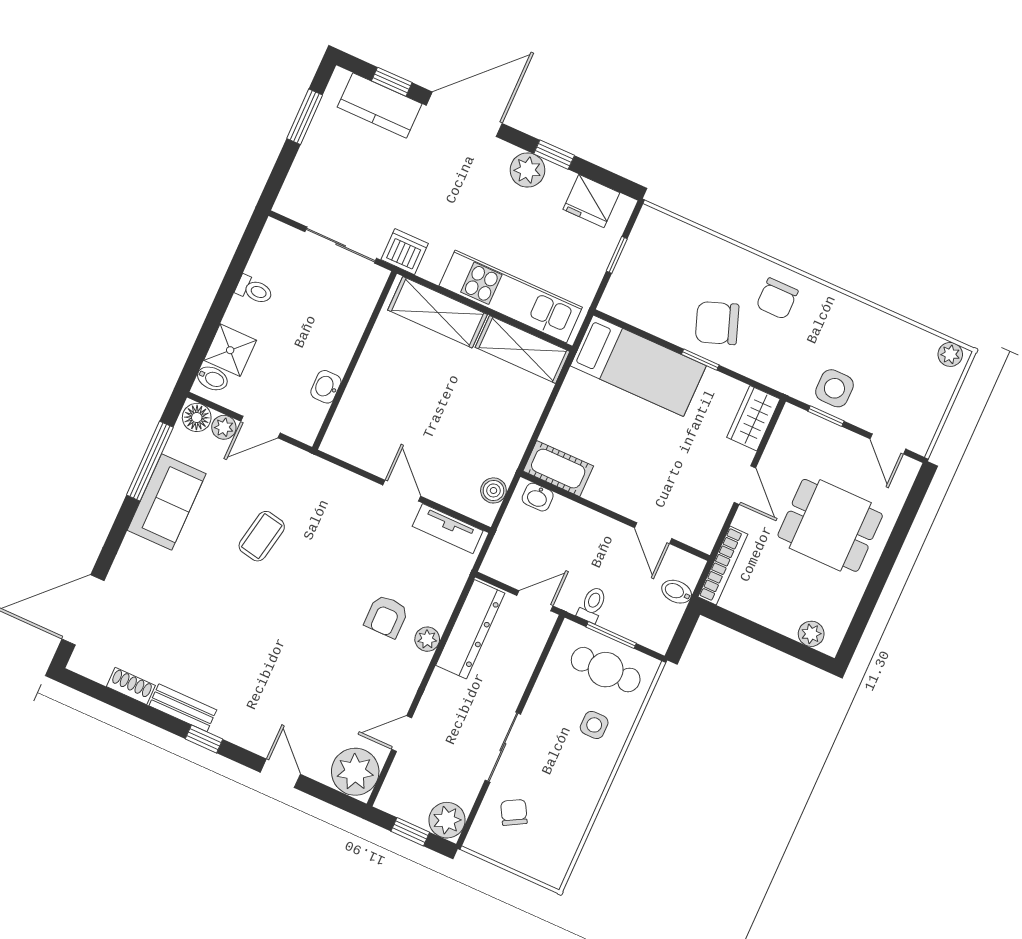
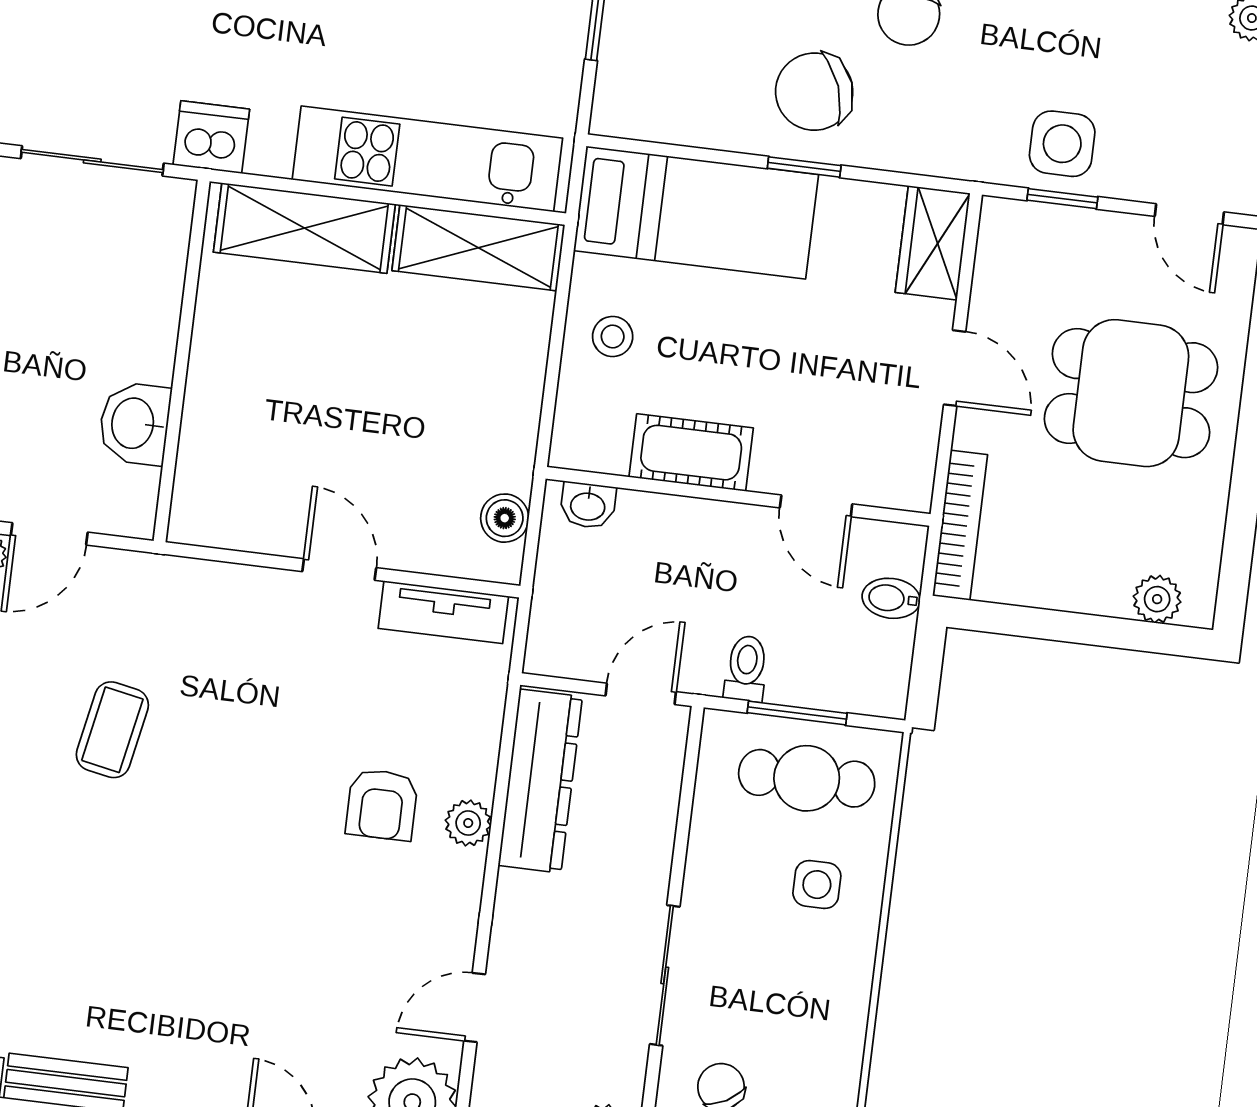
washbasin: (326, 387) -> (135, 423), width x1.38, depth x1.45
stool: (577, 415) -> (613, 337), added
cot: (558, 469) -> (691, 453), moved

